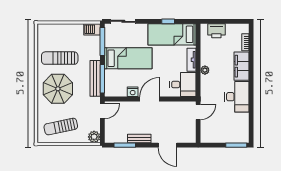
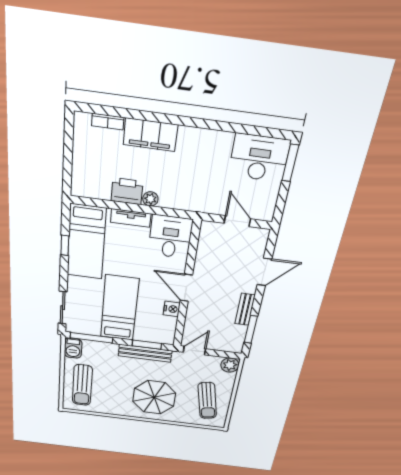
printer: (216, 31) -> (127, 191), moved, turned -90
sun lounger: (60, 58) -> (82, 385), moved
window: (102, 79) -> (147, 345), width x0.69
desk: (237, 97) -> (259, 158), moved
door: (102, 111) -> (194, 351), hinge flipped
door: (198, 112) -> (237, 221), moved

